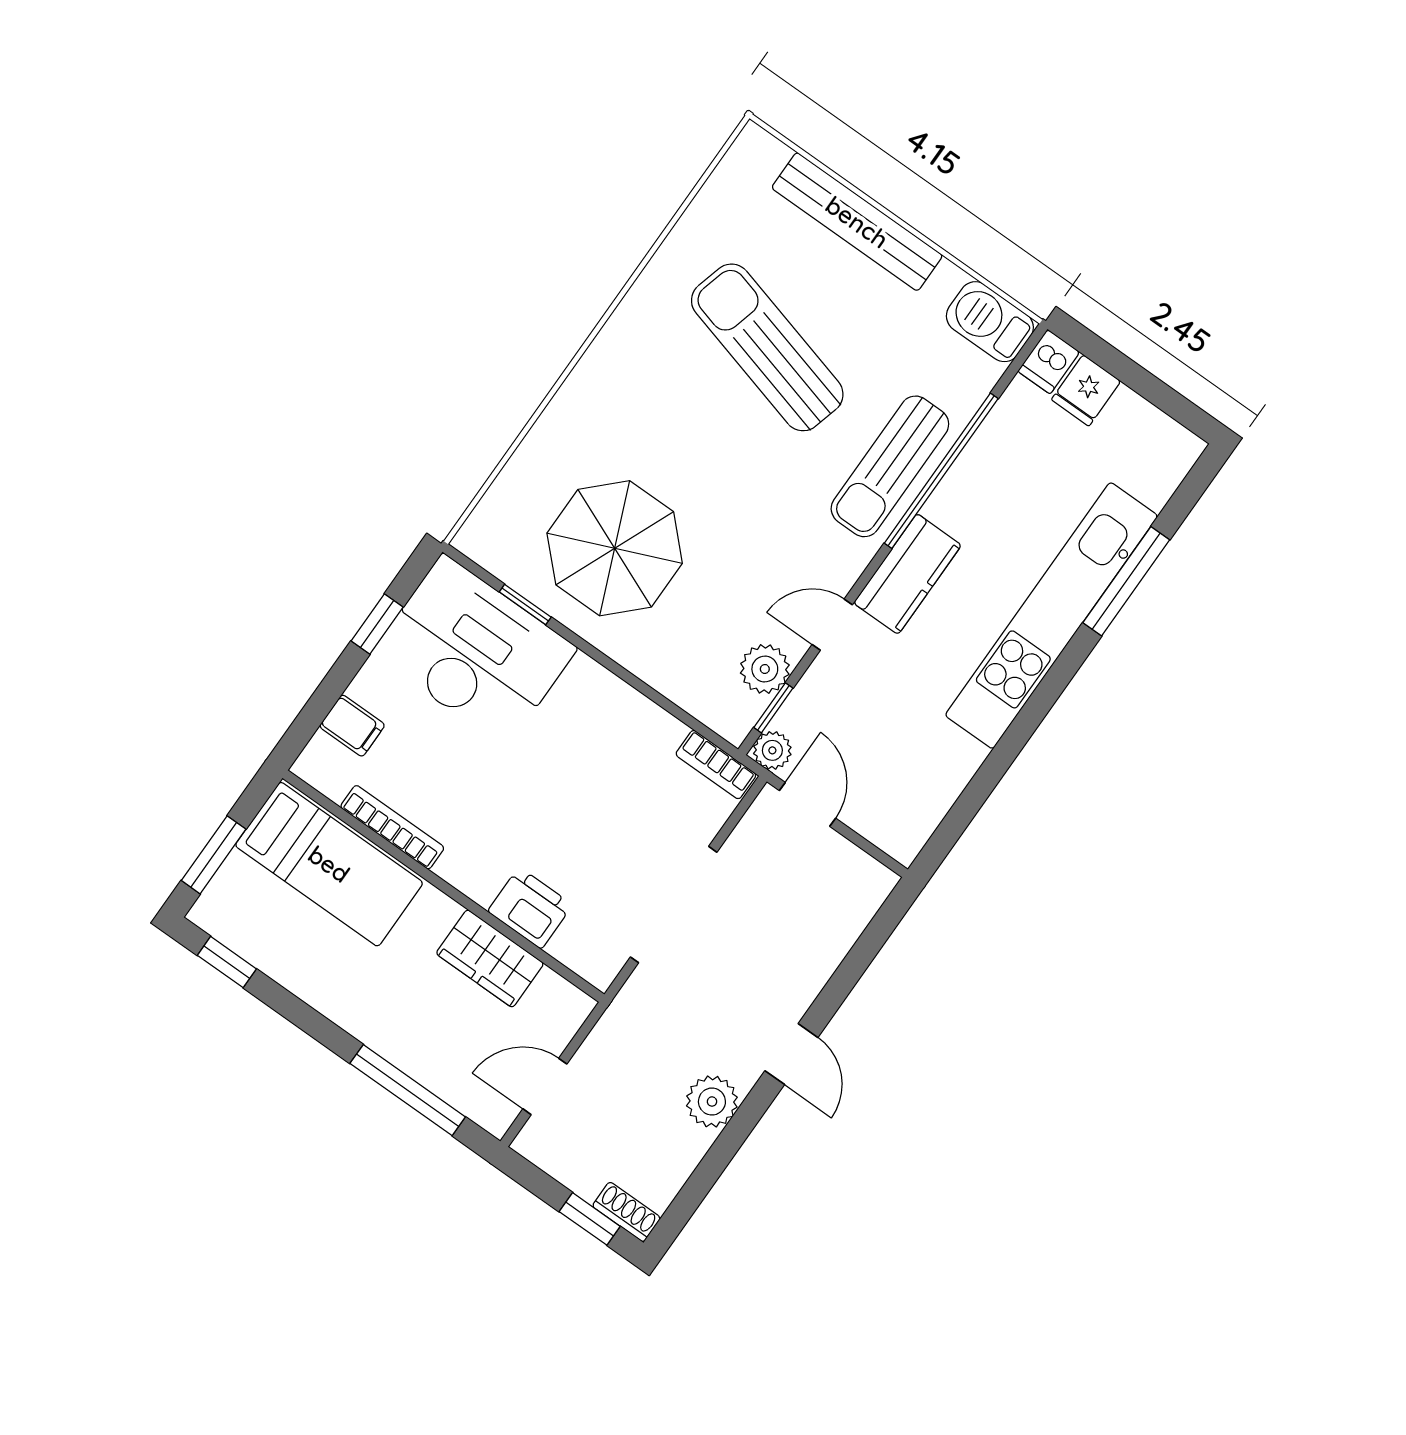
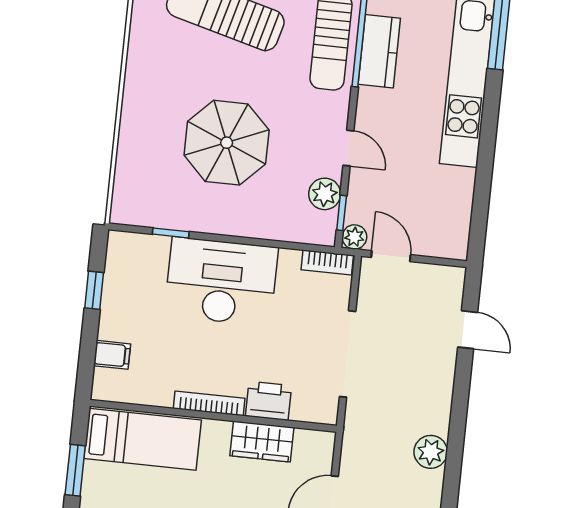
parasol: (615, 548) -> (227, 143), moved
kitchen counter: (907, 574) -> (379, 51), moved
door: (832, 625) -> (348, 148), swing flipped
desk: (474, 651) -> (221, 281), moved
bookcase: (392, 827) -> (209, 403), moved
door: (791, 1054) -> (468, 330), moved

